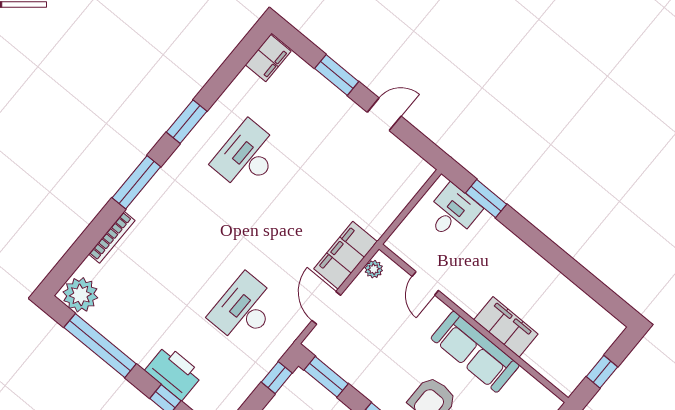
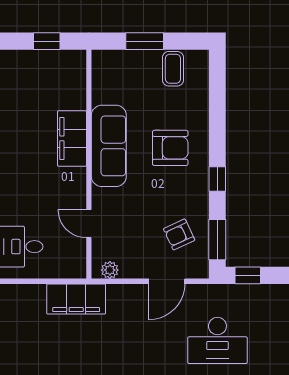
filing cabinet: (346, 255) -> (76, 299), moved
door: (425, 283) -> (89, 224), swing flipped
armchair: (356, 349) -> (179, 234), added

